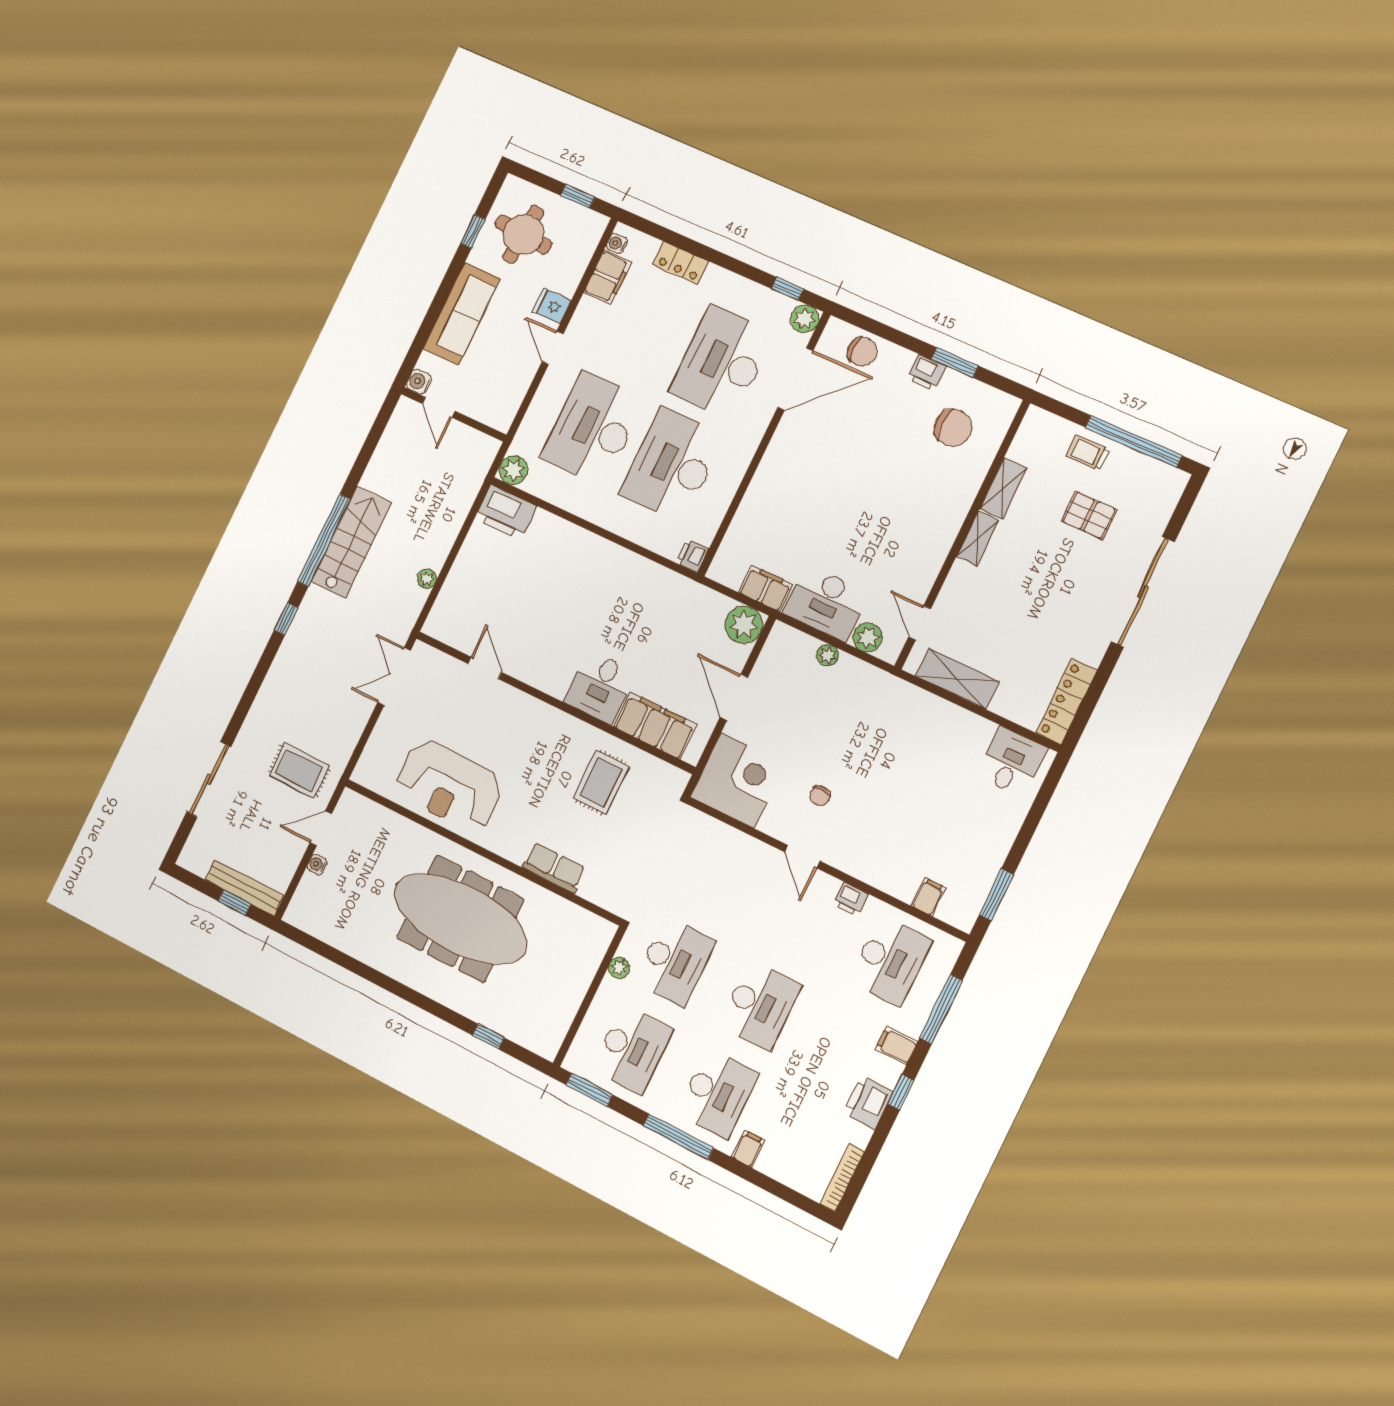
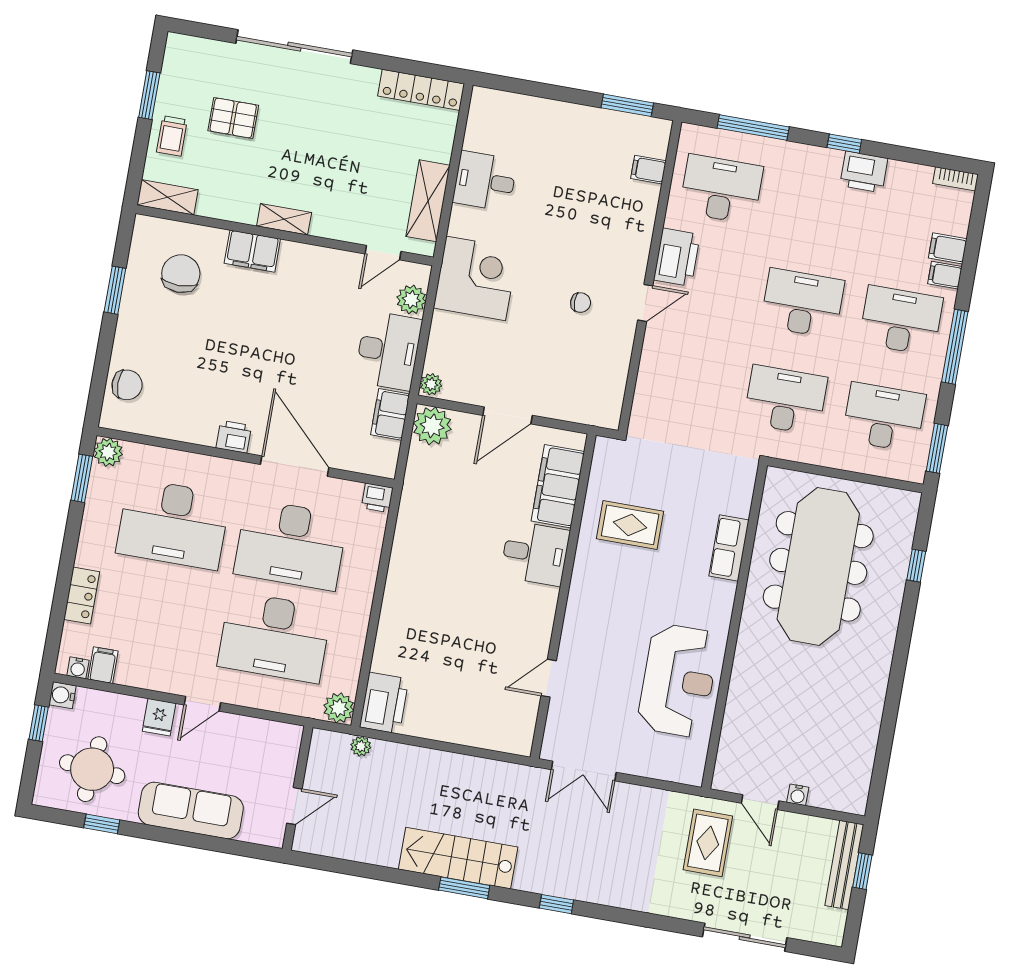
filing cabinet: (607, 277) -> (103, 665), width x0.50
window: (787, 289) -> (82, 478), width x1.50
chair: (862, 352) -> (127, 385), turned 90
printer: (927, 372) -> (234, 437), moved, turned -90
door: (795, 379) -> (295, 466), moved
water cooler: (419, 382) -> (62, 695), moved, turned 90
window: (1134, 441) -> (149, 95), width x0.47
shelving: (1003, 488) -> (168, 197), moved
filing cabinet: (956, 500) -> (252, 251), added
pallet: (1089, 515) -> (233, 118), turned 90
window: (324, 540) -> (464, 888), width x0.47
plant: (427, 579) -> (361, 746), moved
plant: (828, 655) -> (431, 384), moved
desk: (1012, 762) -> (485, 181), moved
corner desk: (737, 780) -> (476, 278), moved, turned 90
printer: (851, 899) -> (677, 257), width x1.87, depth x1.48
meeting table: (460, 919) -> (818, 566), moved
plant: (619, 968) -> (808, 453), removed
filing cabinet: (896, 1046) -> (948, 248), moved, turned 90
bookcase: (842, 1178) -> (956, 179), width x0.64

